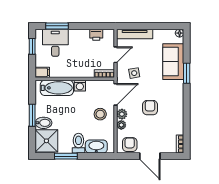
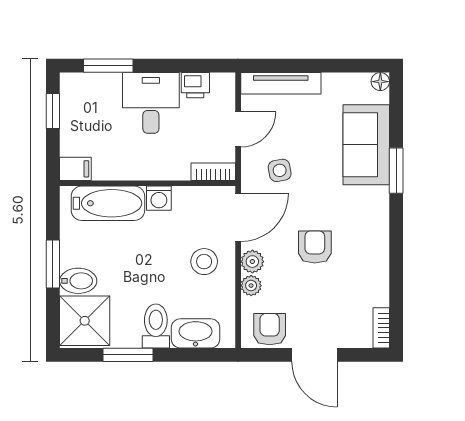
desk: (55, 43) -> (151, 103), moved

